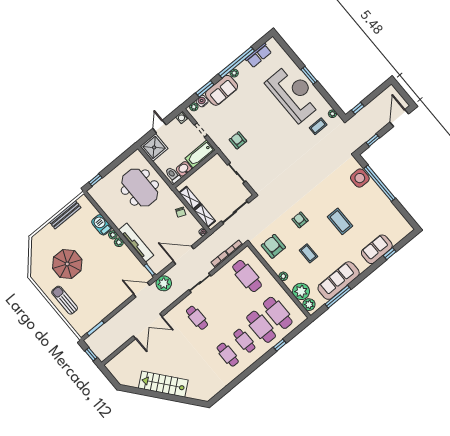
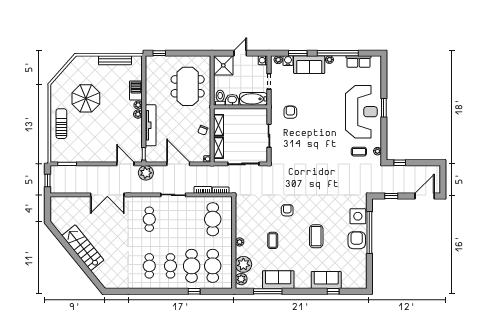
armchair: (273, 246) -> (357, 240), moved
sofa: (339, 281) -> (278, 280), width x0.73

